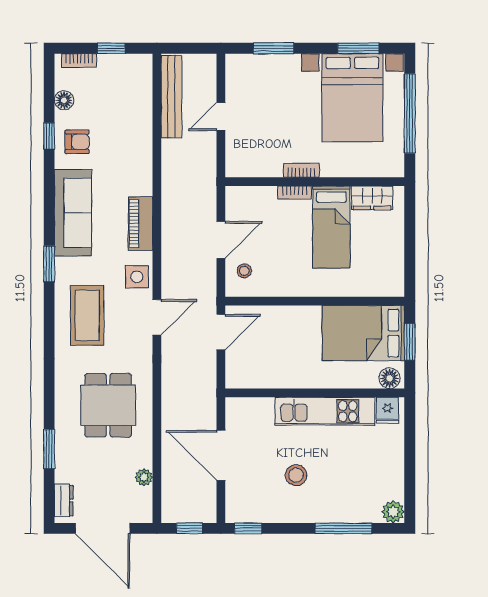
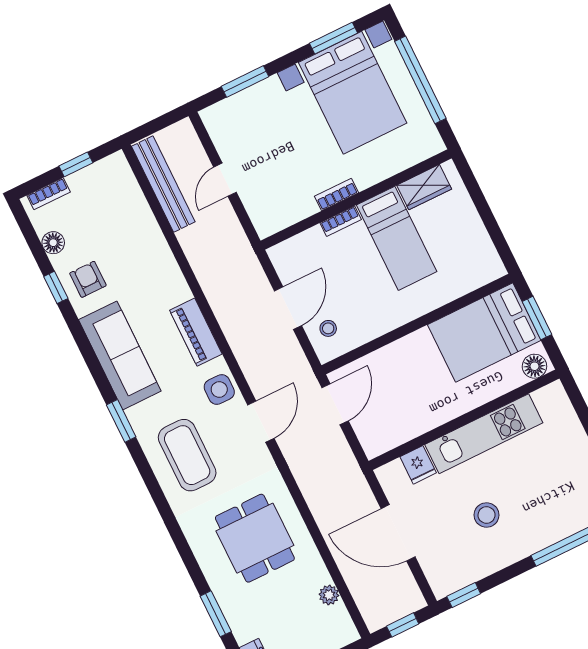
armchair: (77, 142) -> (88, 279), turned -90
fridge: (387, 410) -> (418, 465), moved

